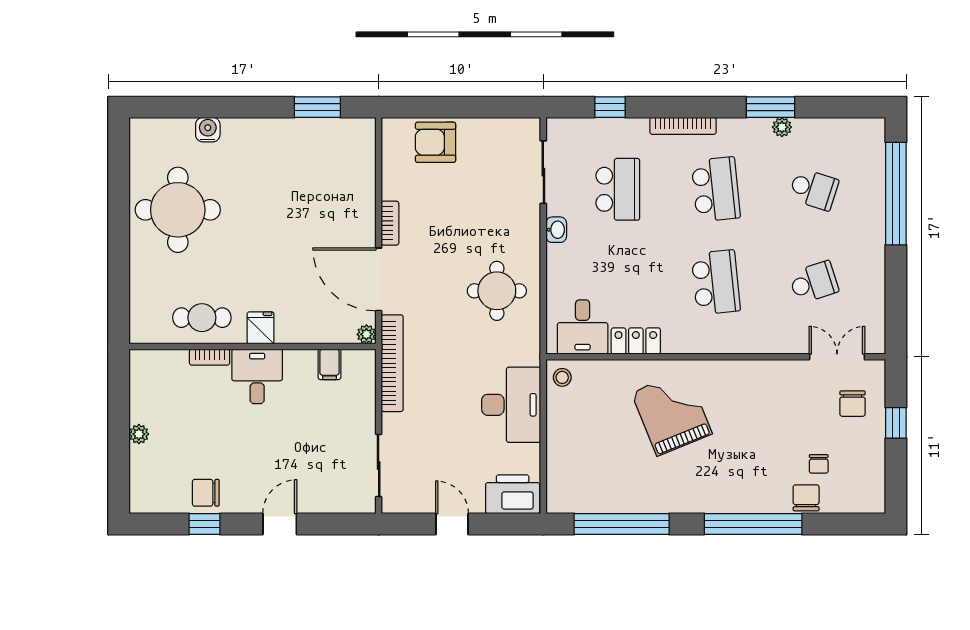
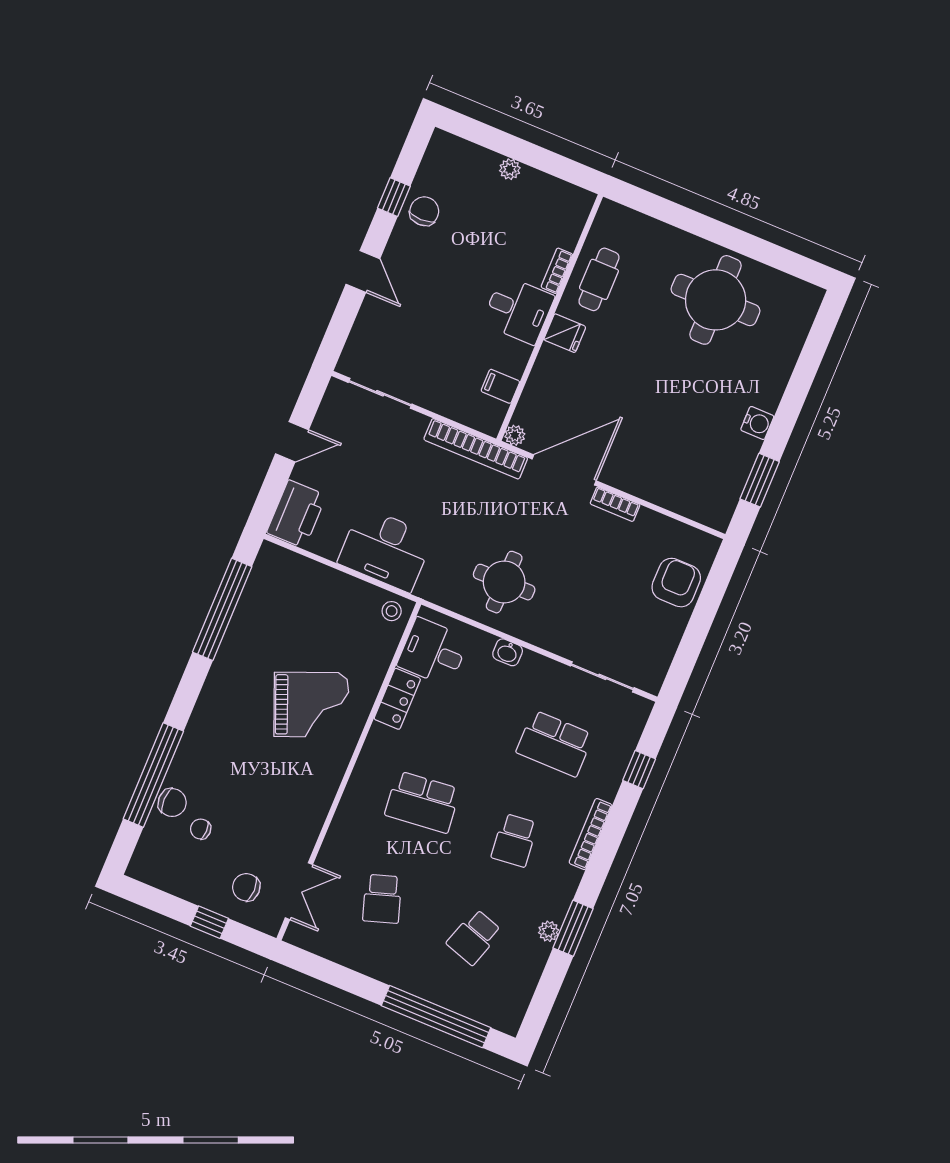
water cooler: (208, 130) -> (757, 423), moved
school desk: (716, 189) -> (514, 840), width x0.54
washbasin: (556, 230) -> (508, 652), moved
window: (753, 524) -> (153, 775), moved

